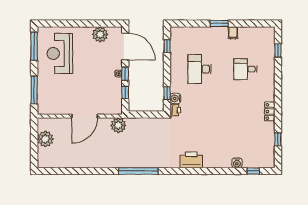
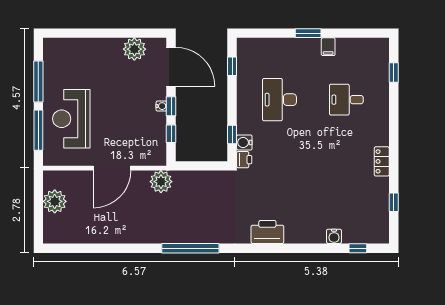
window: (34, 46) -> (38, 82), moved
reception desk: (60, 53) -> (71, 119), moved

